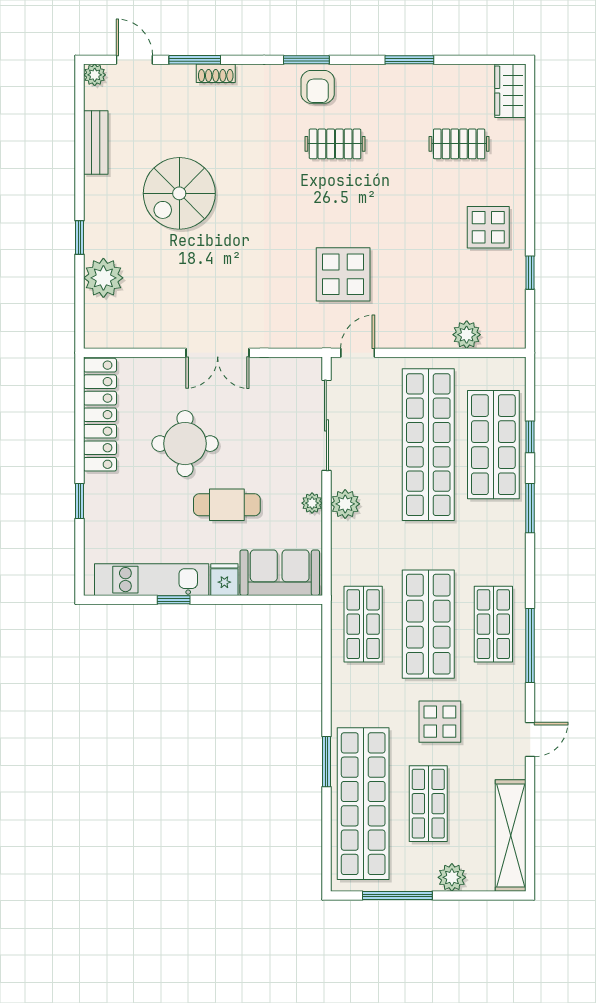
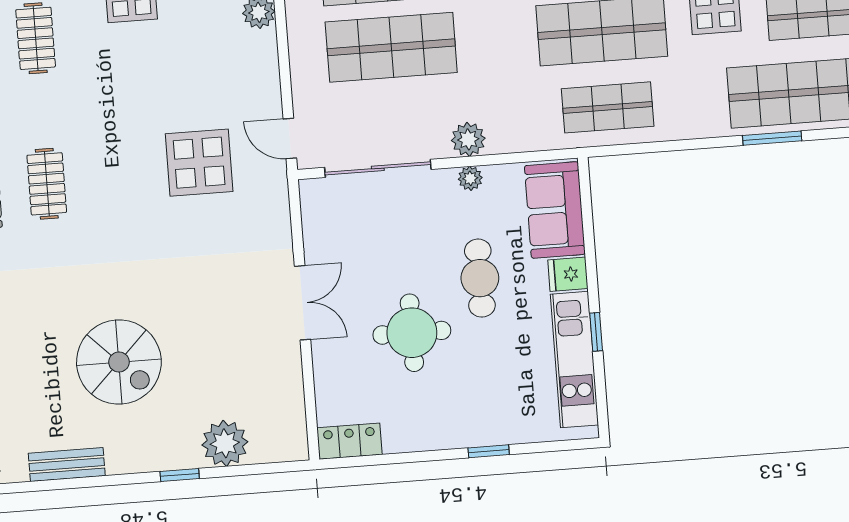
locker: (100, 415) -> (350, 441), width x0.46, depth x0.83
shop shelf: (428, 445) -> (391, 47), width x0.71

